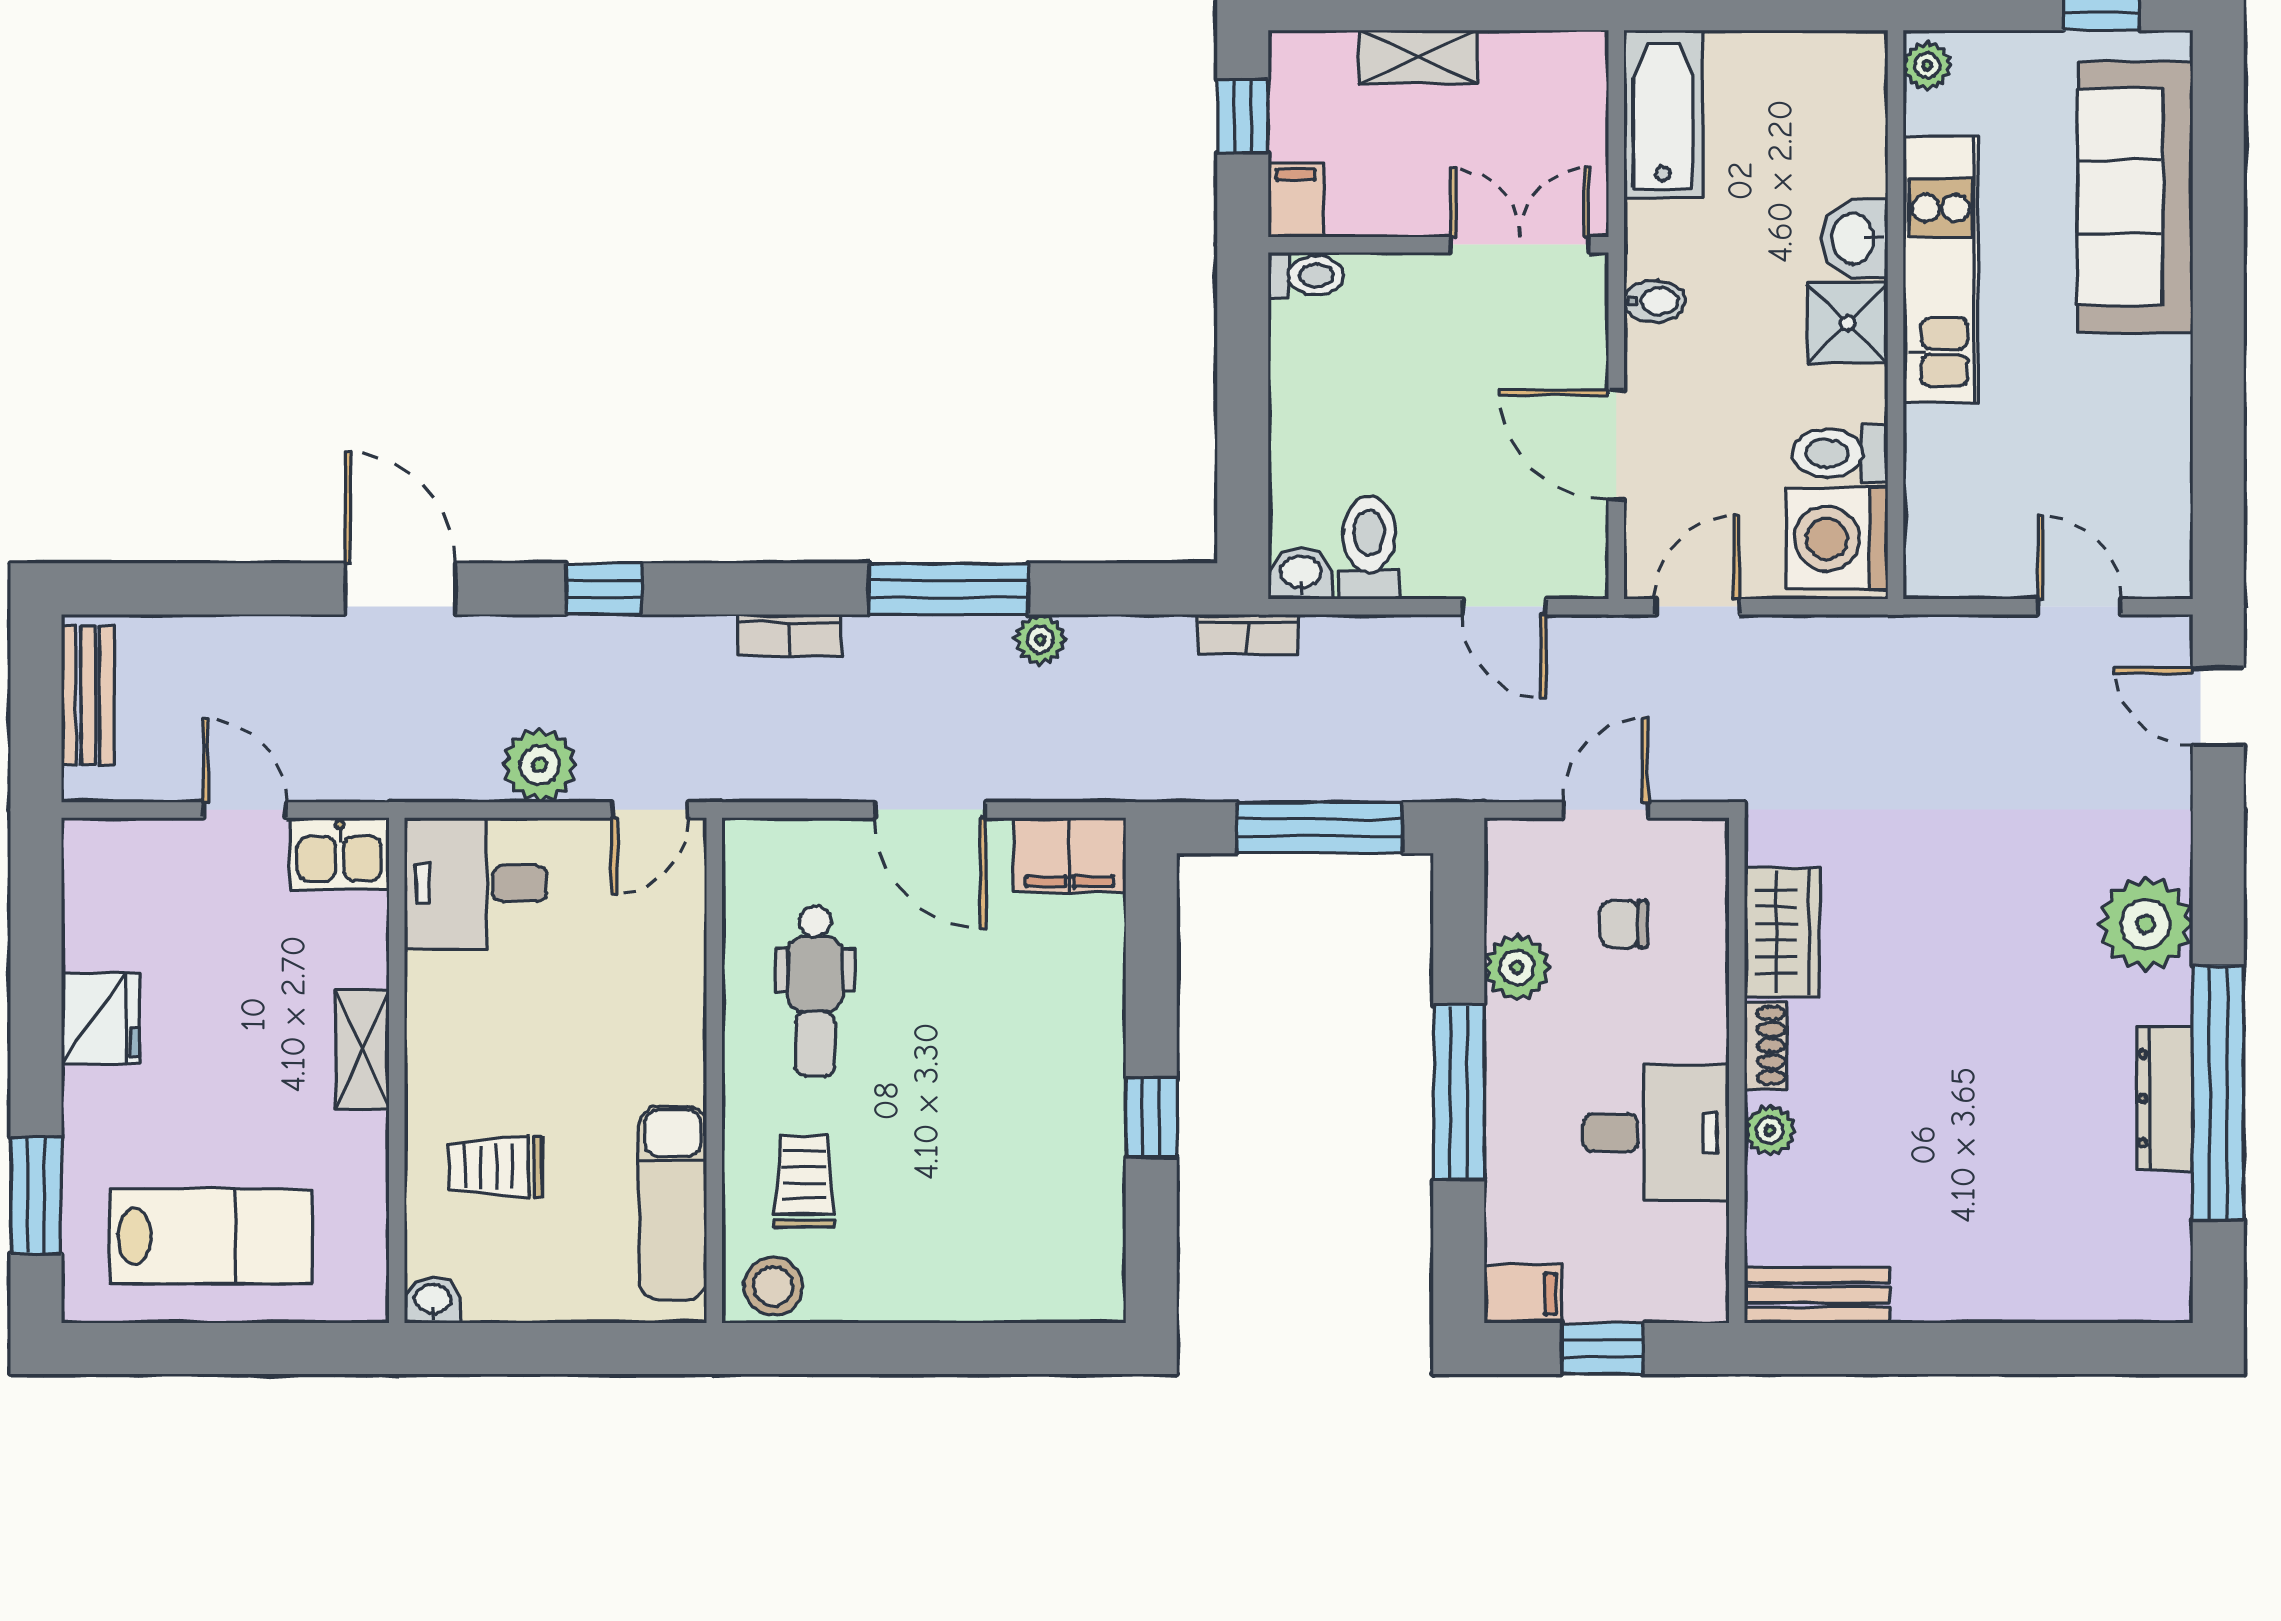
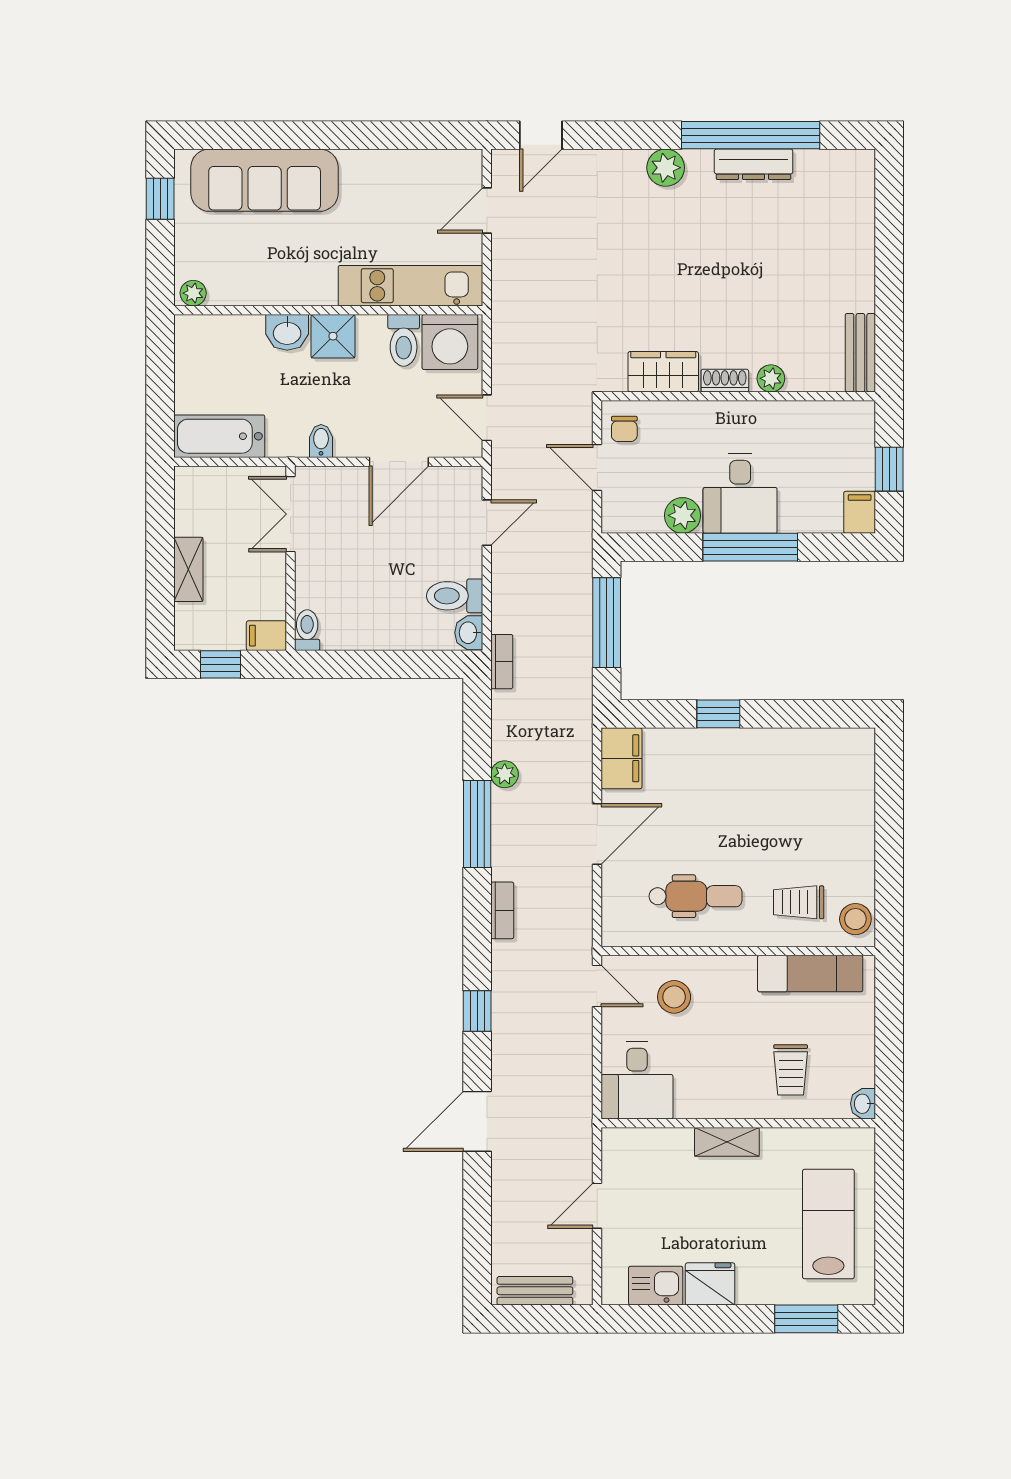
kitchen unit: (1941, 269) -> (410, 286), moved
plant: (540, 765) -> (573, 1046), removed
kitchen sink: (339, 854) -> (656, 1286), moved, turned -90
chair: (1624, 924) -> (624, 429), moved
plant: (2146, 924) -> (666, 168), width x0.73, depth x0.73
stool: (630, 952) -> (674, 997), added
window: (1151, 1118) -> (718, 714), moved
desk: (1656, 1133) -> (740, 494), moved, turned 180

